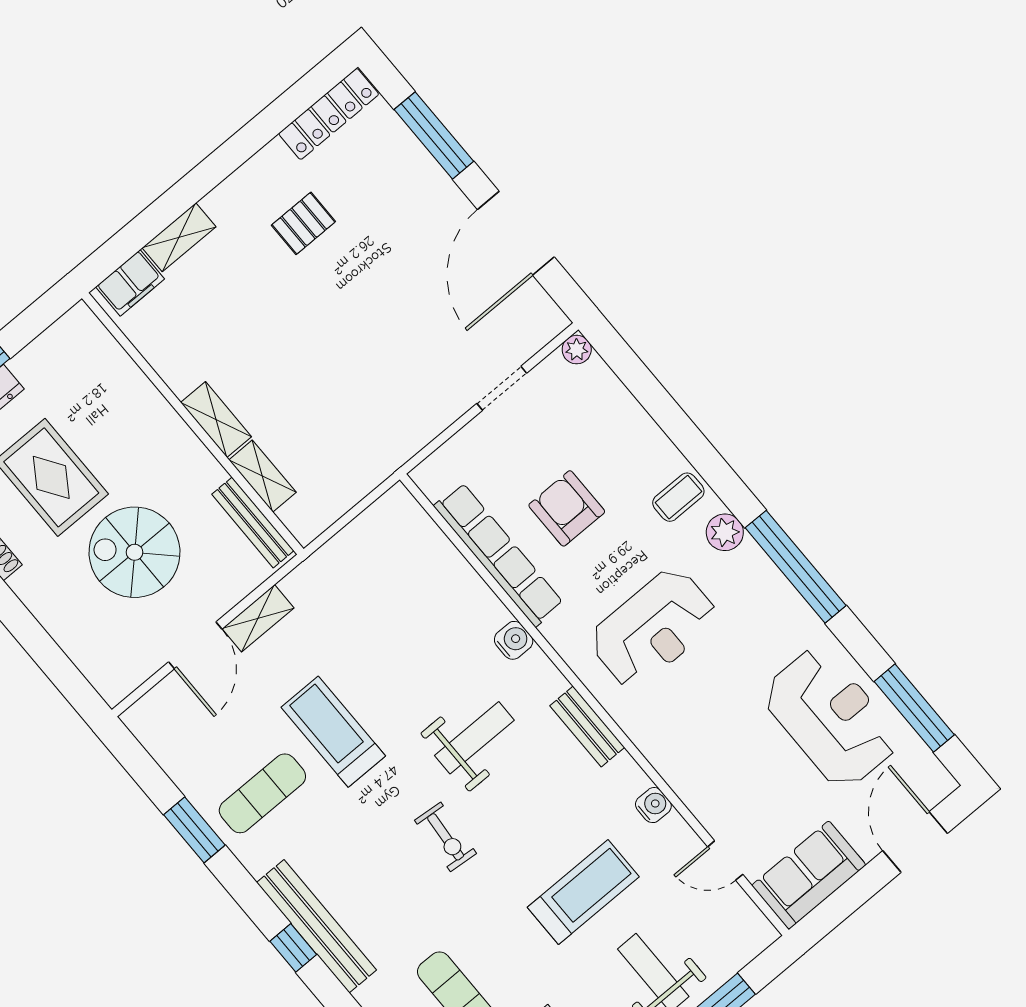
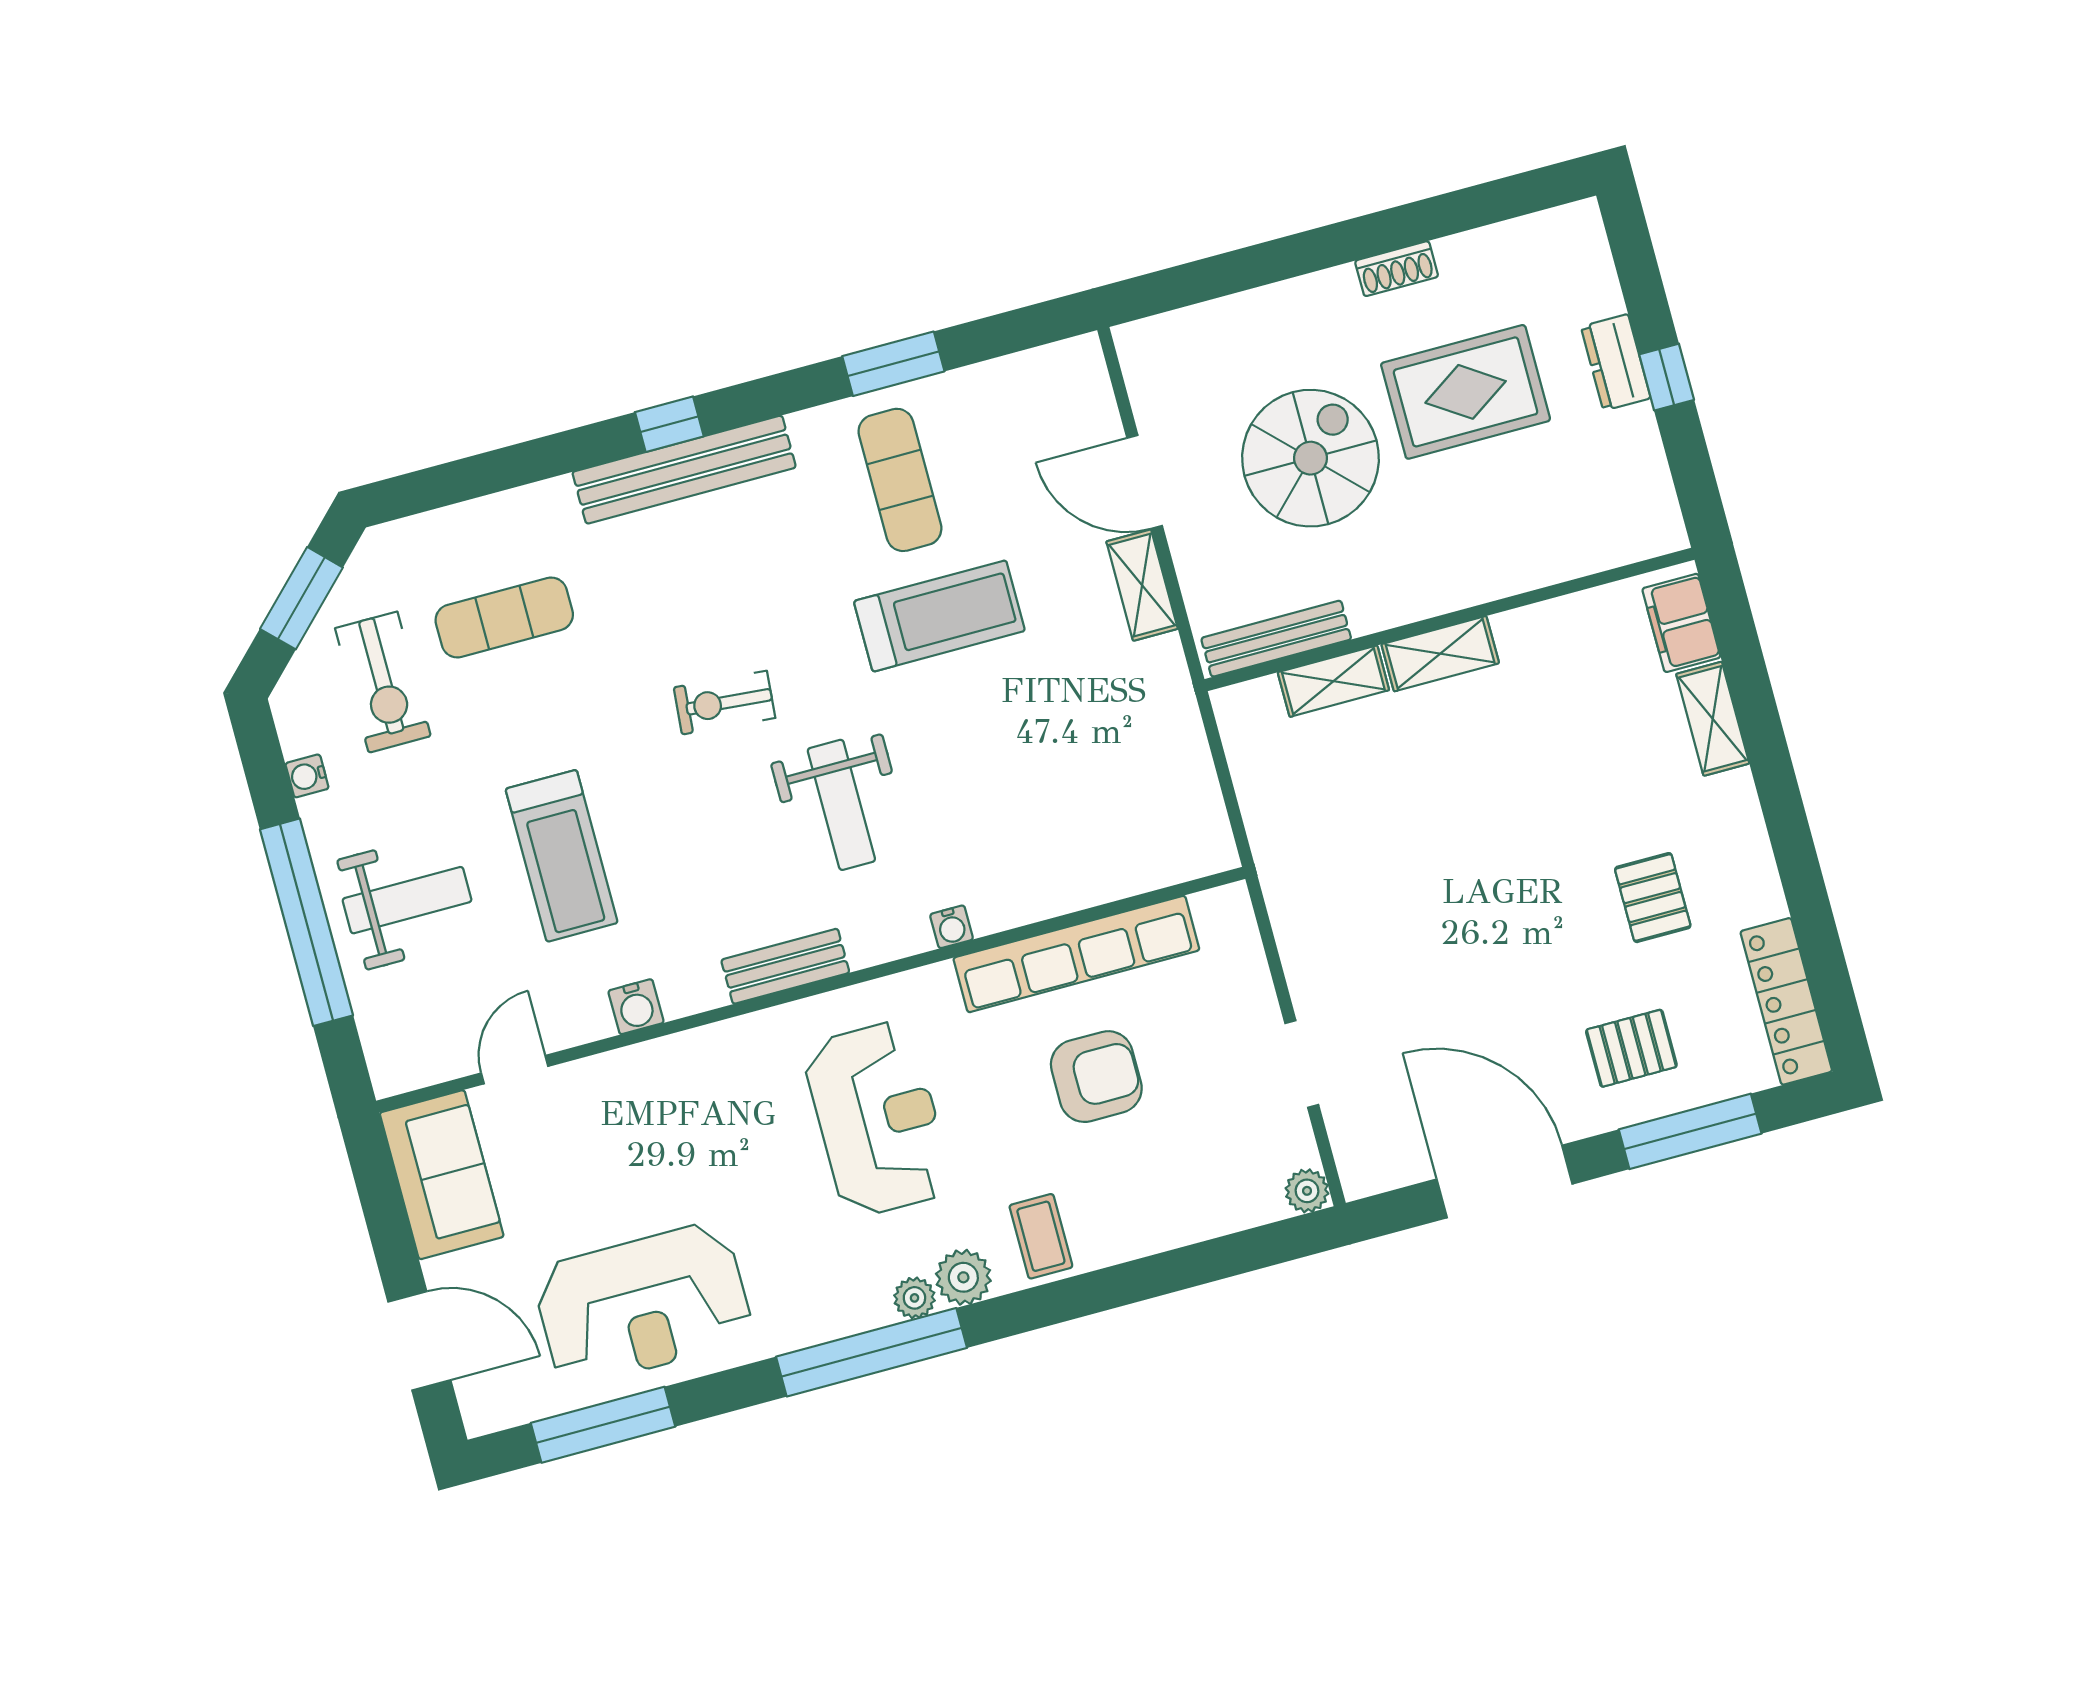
pallet: (400, 194) -> (1631, 1048), added
plant: (751, 556) -> (914, 1298), added
reception desk: (653, 628) -> (878, 1119), turned 180
water cooler: (514, 640) -> (952, 927), width x0.72, depth x0.72

